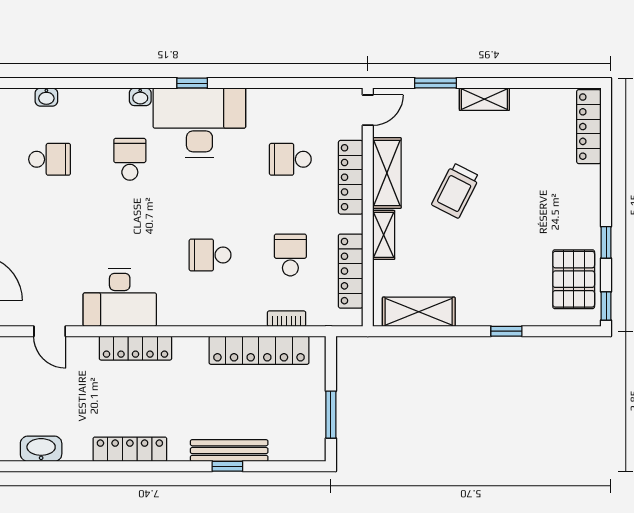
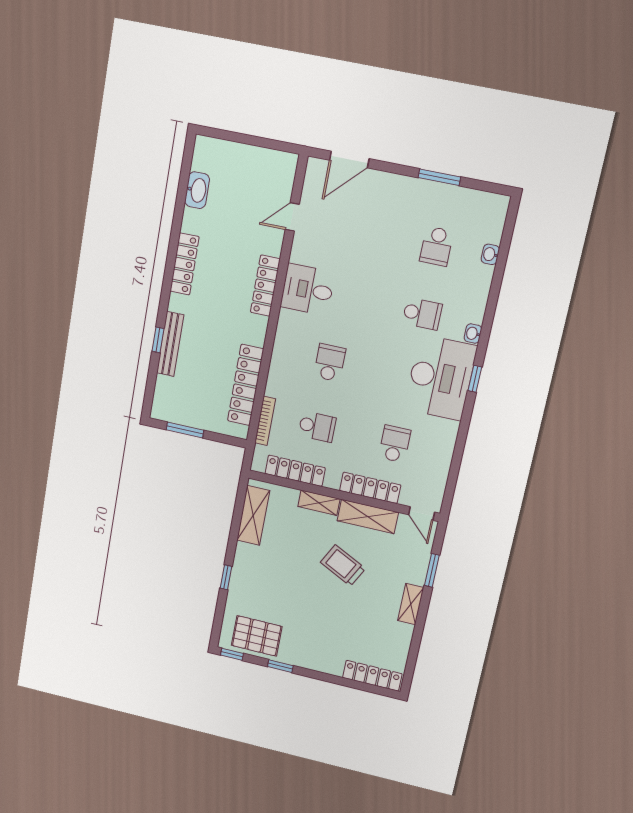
desk: (120, 297) -> (308, 290), width x0.73
bookcase: (287, 319) -> (265, 421), width x1.56

